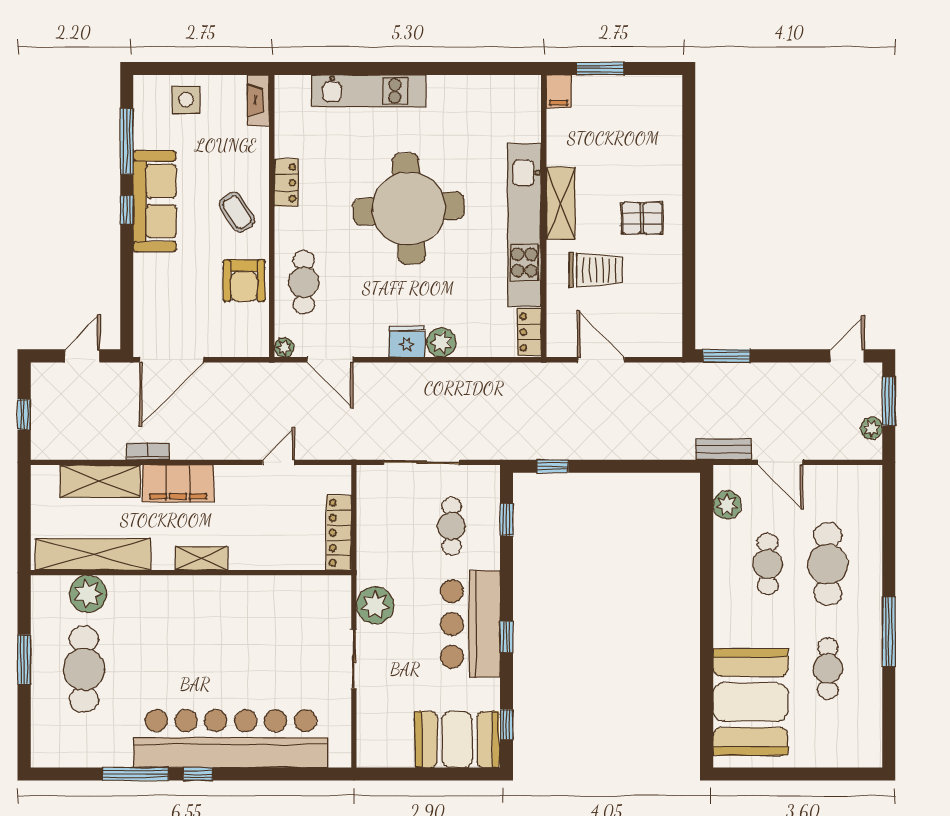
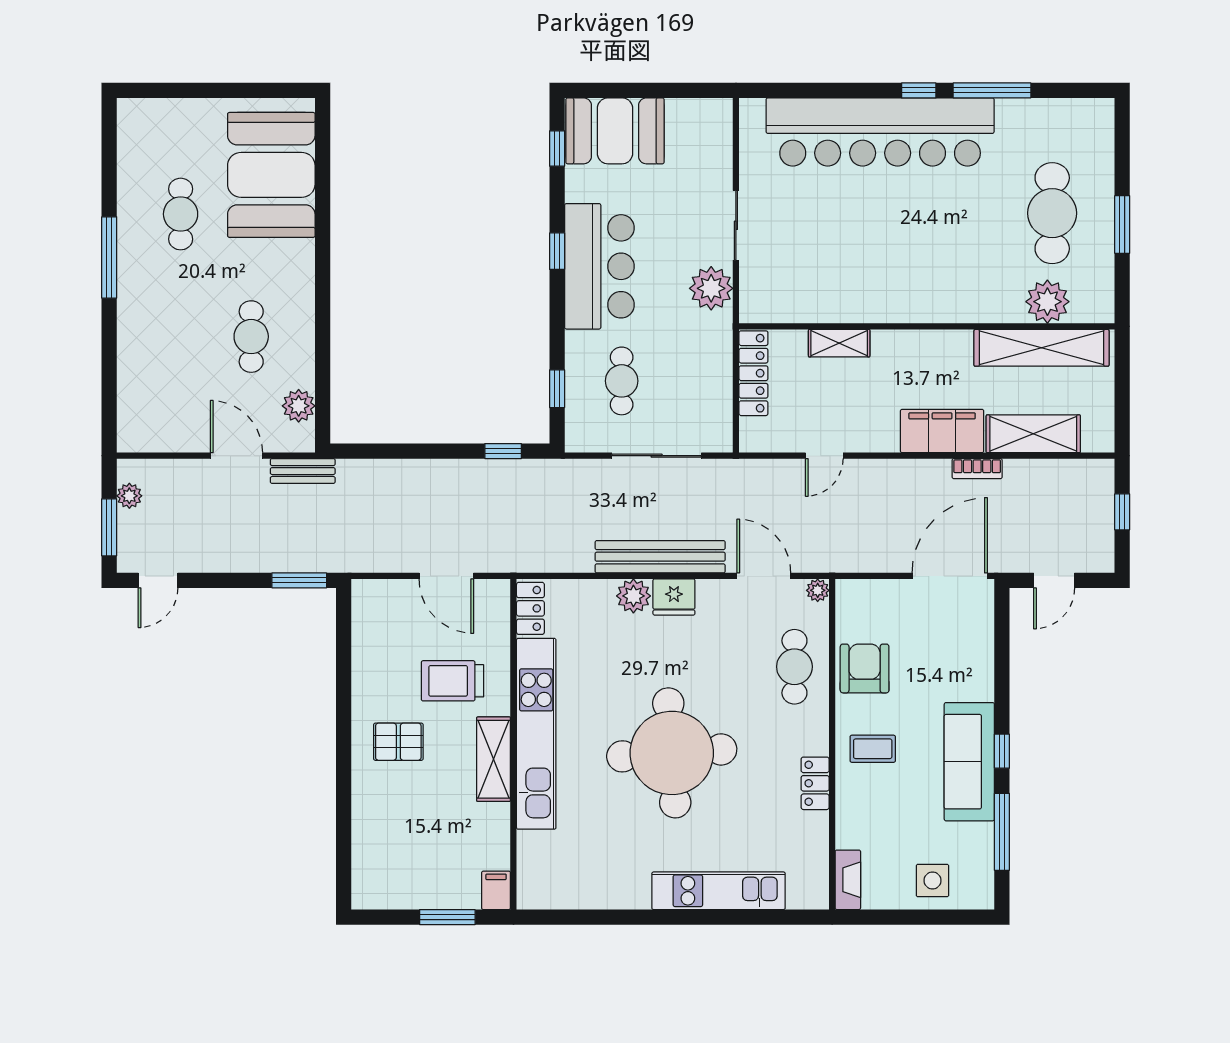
coffee table: (237, 212) -> (873, 749), turned -57
bench: (419, 376) -> (660, 557), added
shelving: (201, 558) -> (839, 343), moved
cafe table: (828, 564) -> (181, 337), removed

